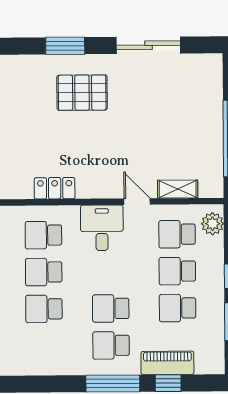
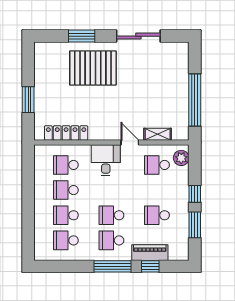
pallet: (82, 93) -> (93, 68), width x1.37, depth x1.41
locker: (55, 188) -> (66, 133), width x1.53
school desk: (177, 271) -> (66, 240), moved

